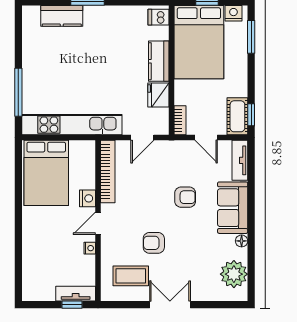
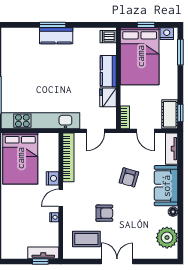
kitchen counter: (62, 16) -> (56, 36), moved
armchair: (185, 197) -> (129, 177), turned 106
armchair: (154, 243) -> (104, 213), turned 180

